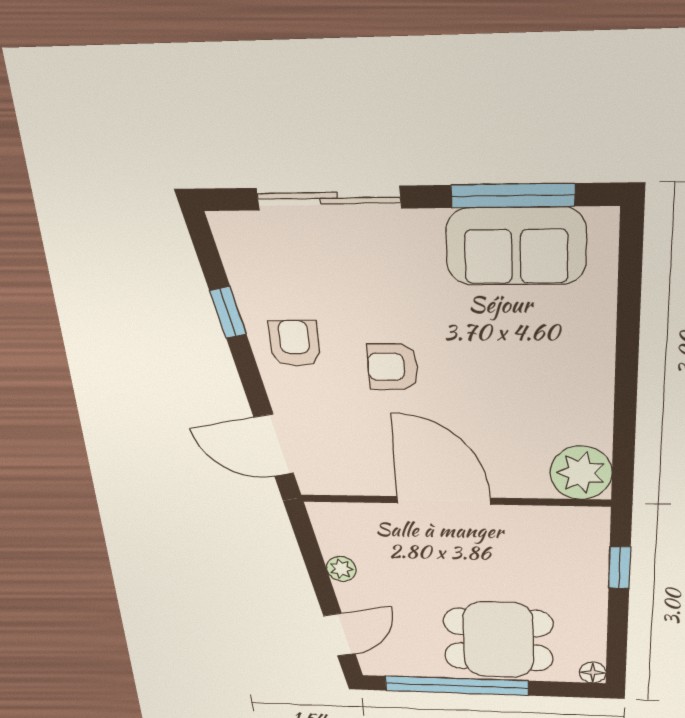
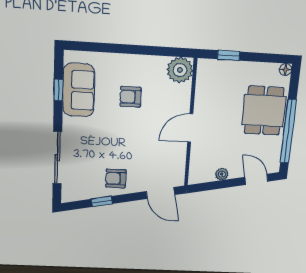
window: (513, 196) -> (58, 90), width x0.46
armchair: (393, 367) -> (131, 97), moved, turned 90
door: (274, 445) -> (160, 193), hinge flipped
door: (443, 500) -> (190, 128), width x0.73

